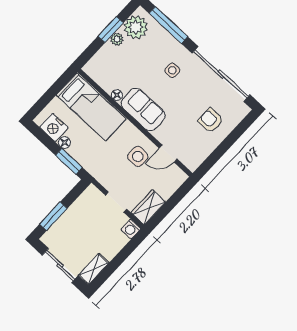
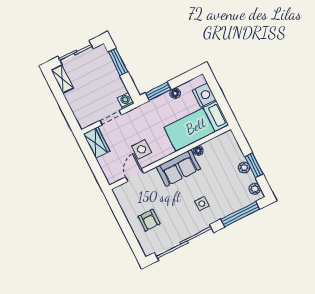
plant: (136, 27) -> (255, 189), width x0.53, depth x0.53
armchair: (211, 120) -> (149, 220), turned 90
nightstand: (54, 127) -> (204, 95), moved, turned 90
washing machine: (131, 229) -> (126, 101), moved

